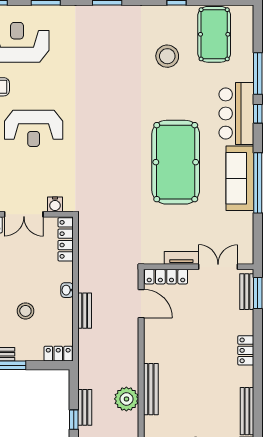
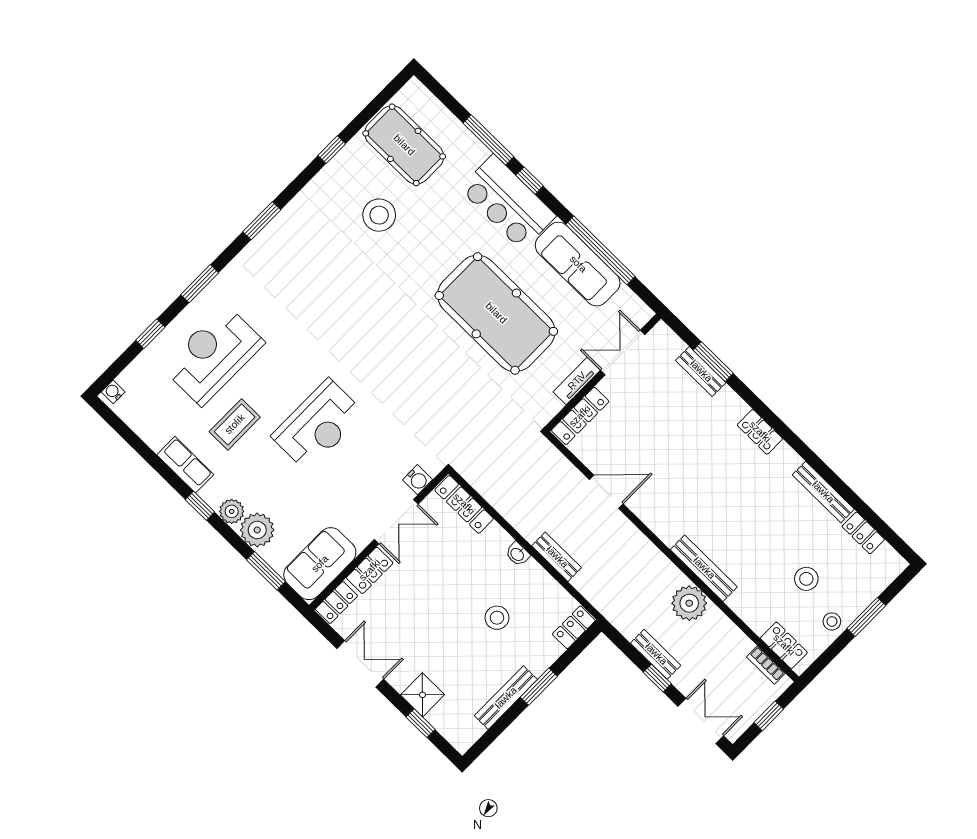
tv unit: (181, 258) -> (577, 381), moved
wall: (199, 267) -> (603, 372), moved
double door: (218, 267) -> (623, 353), moved
locker: (166, 277) -> (580, 416), moved

